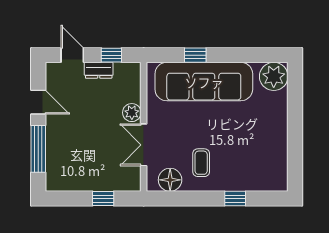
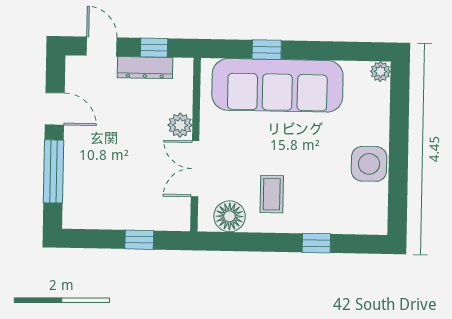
dresser: (99, 70) -> (145, 68), width x1.44
plant: (274, 76) -> (380, 72), width x0.53, depth x0.53
side table: (273, 139) -> (369, 164), added

